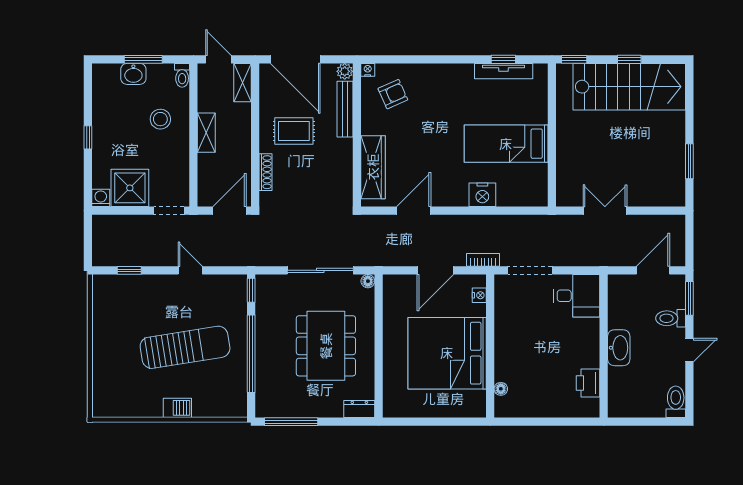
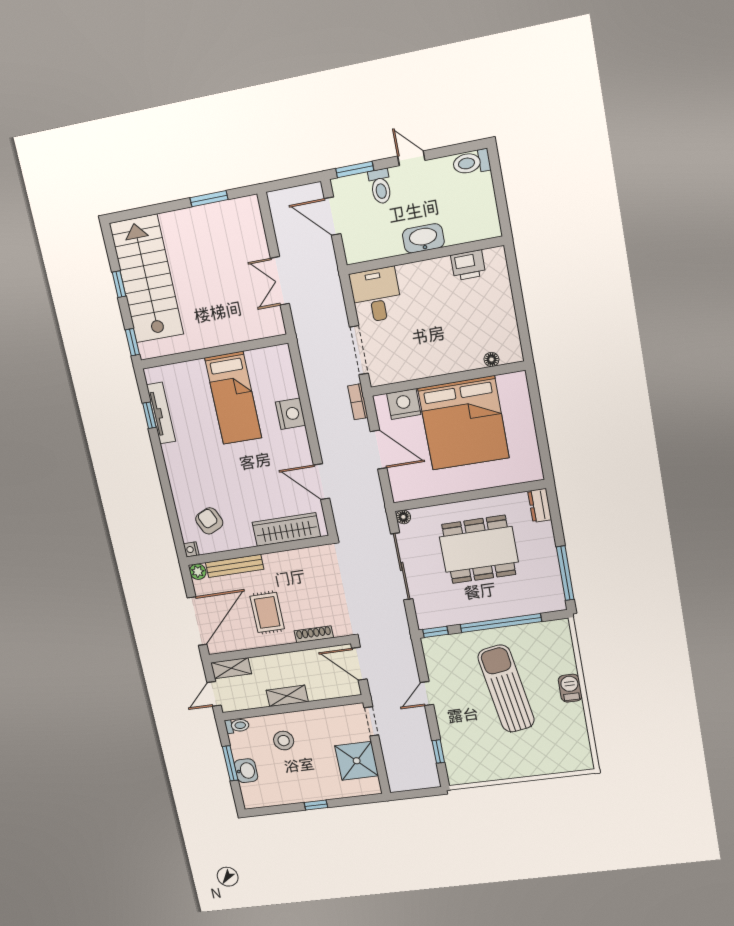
washing machine: (101, 198) -> (372, 787), removed
nightstand: (479, 295) -> (404, 404), width x1.89, depth x1.79

